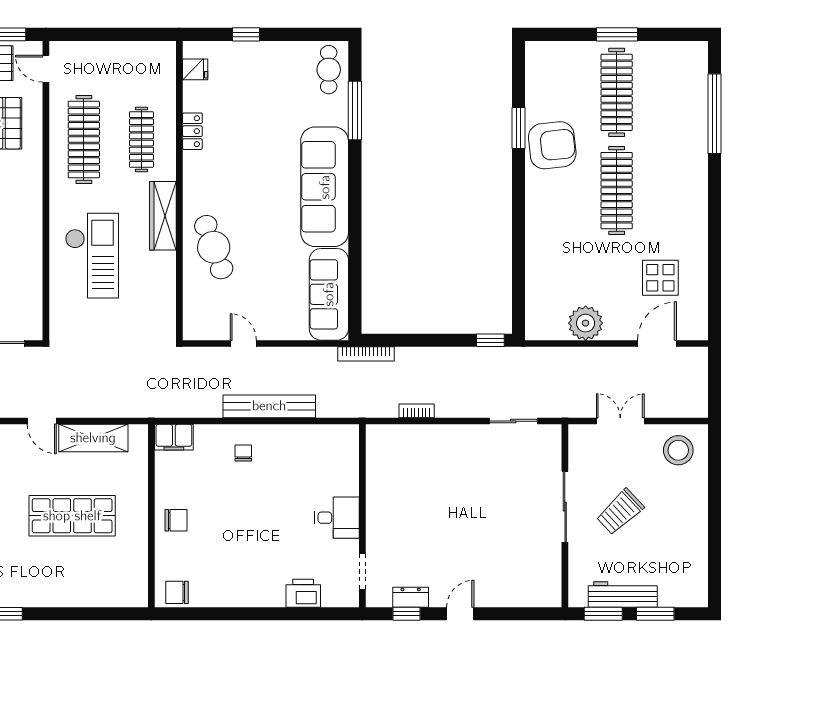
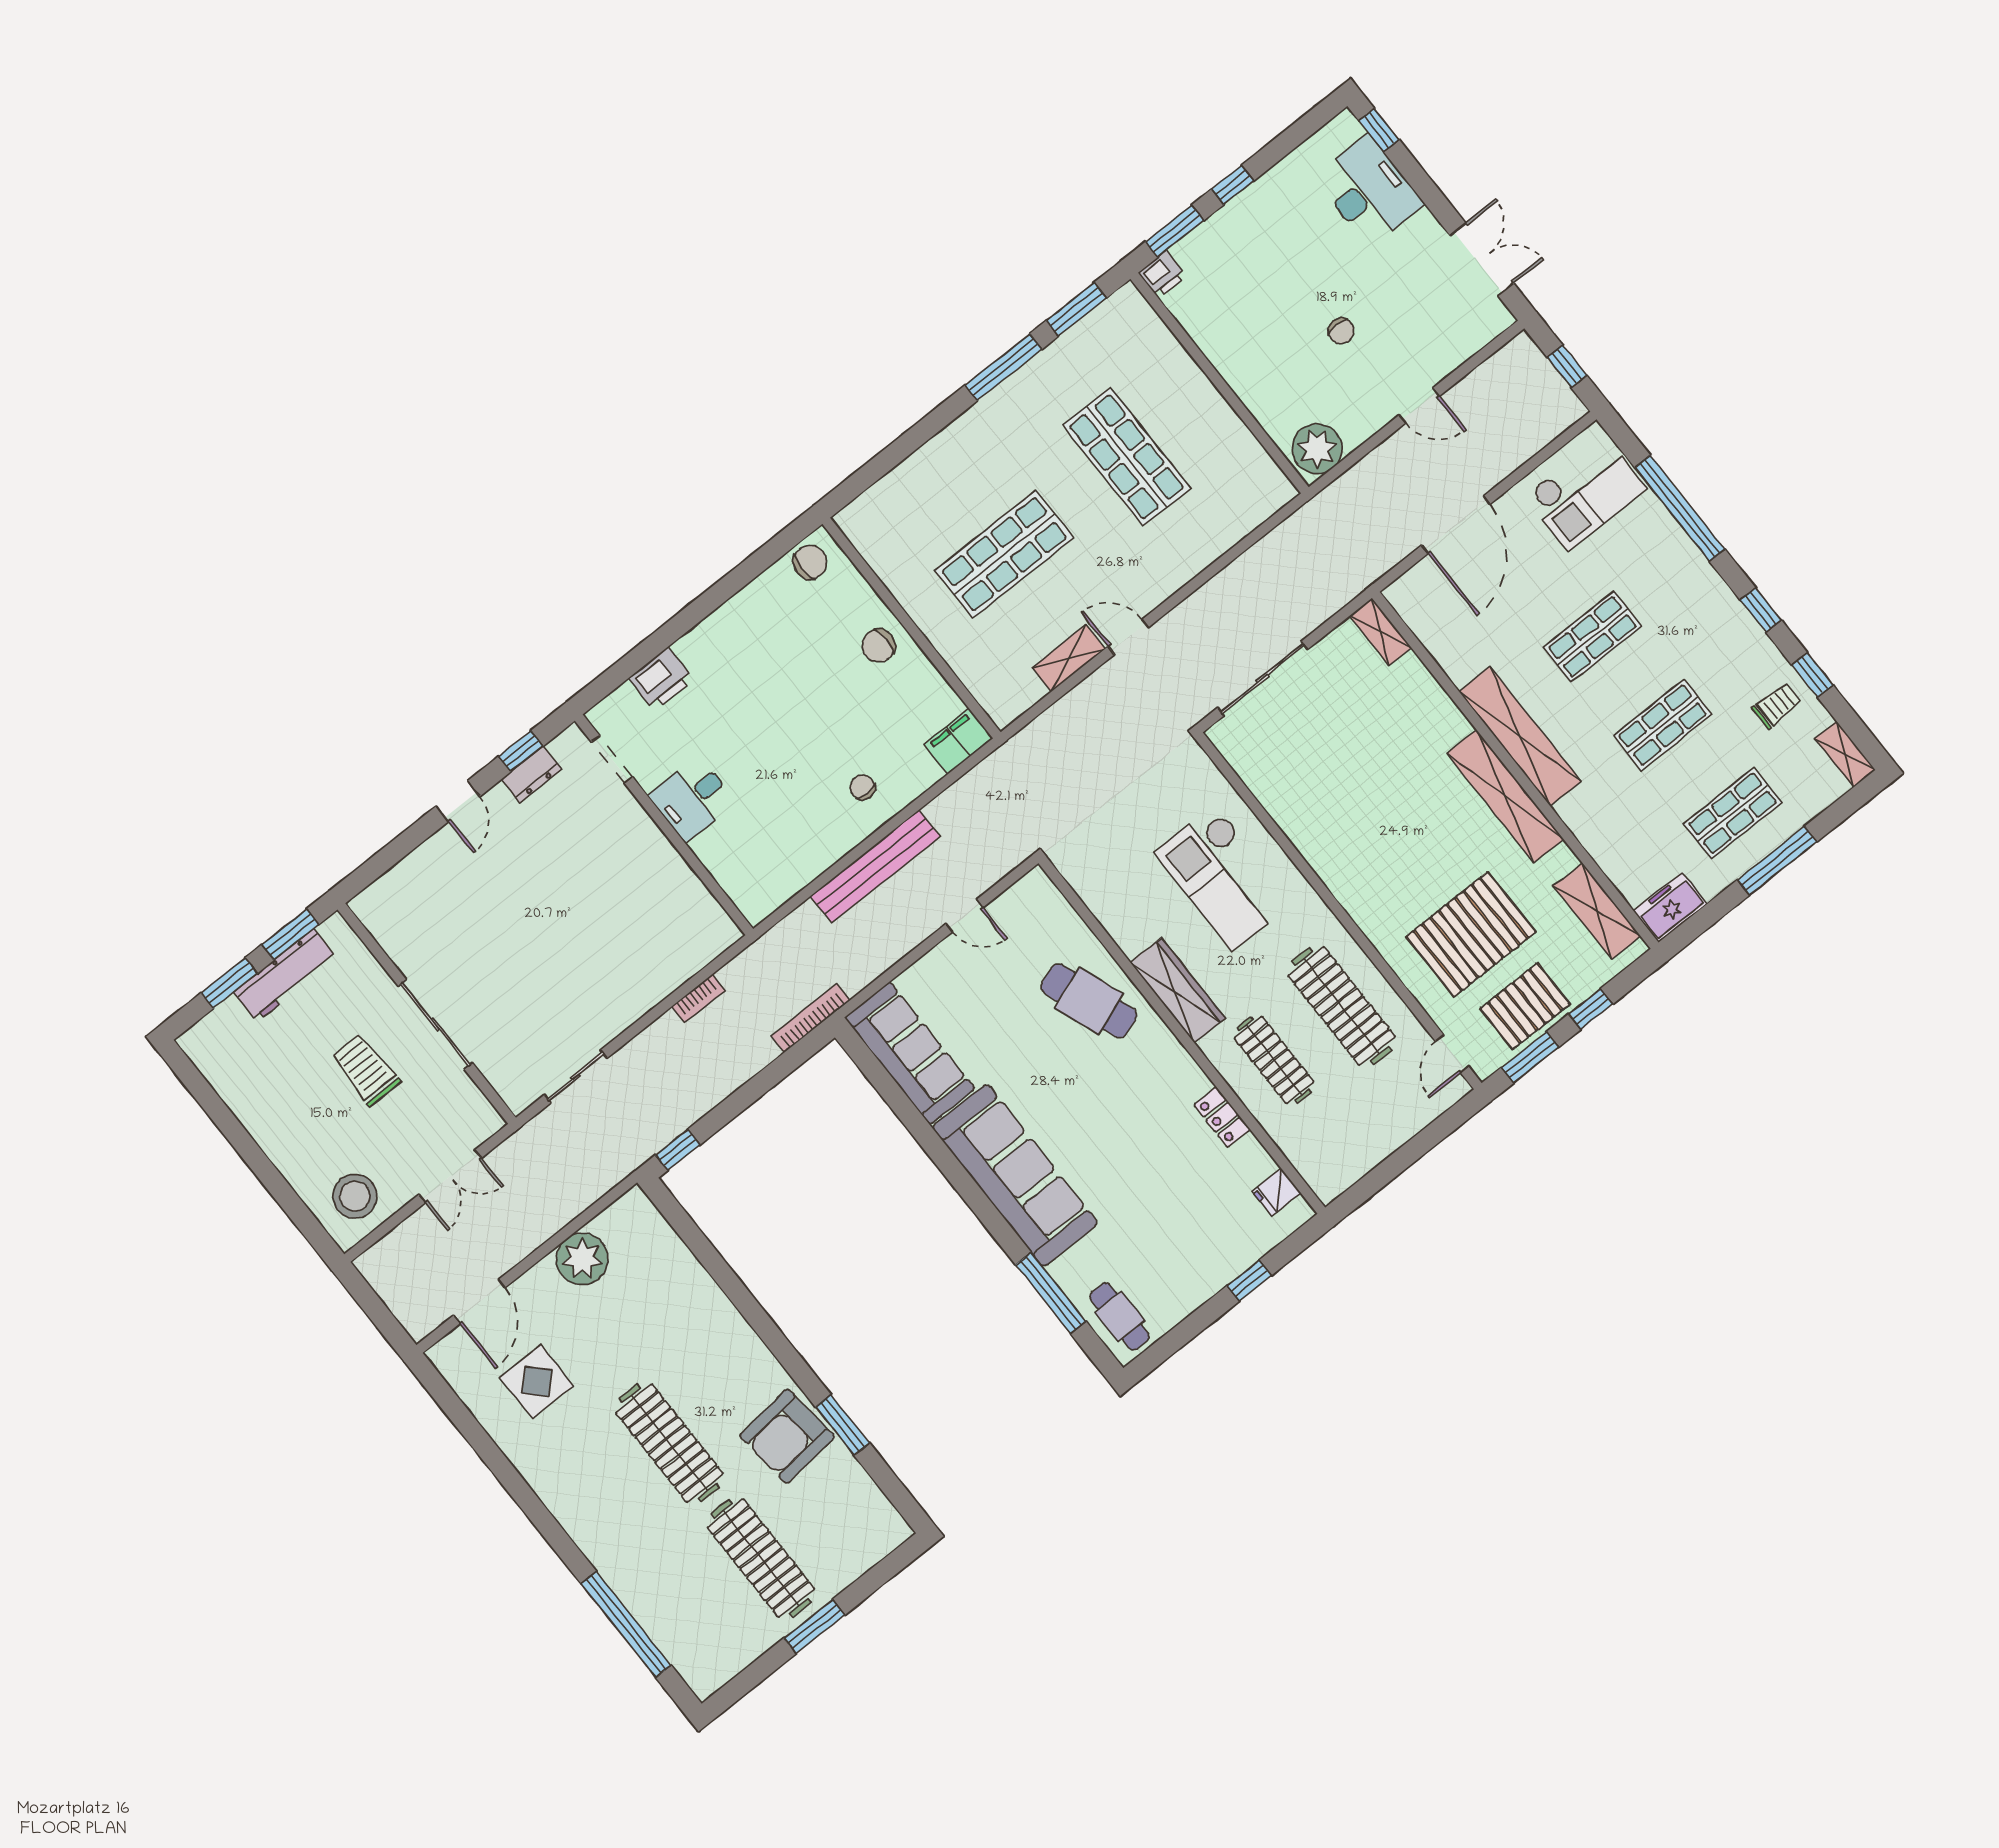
door: (46, 69) -> (1452, 1054), swing flipped
shelving: (93, 438) -> (1069, 658), width x0.67, depth x0.75
chair: (243, 453) -> (862, 787), turned 180
trolley: (620, 512) -> (366, 1070), turned -47

